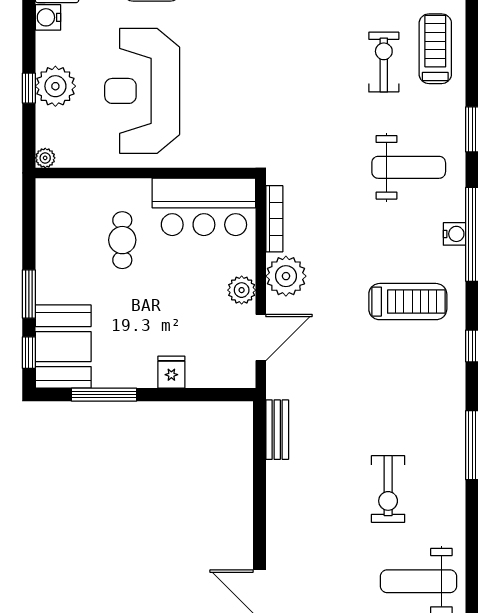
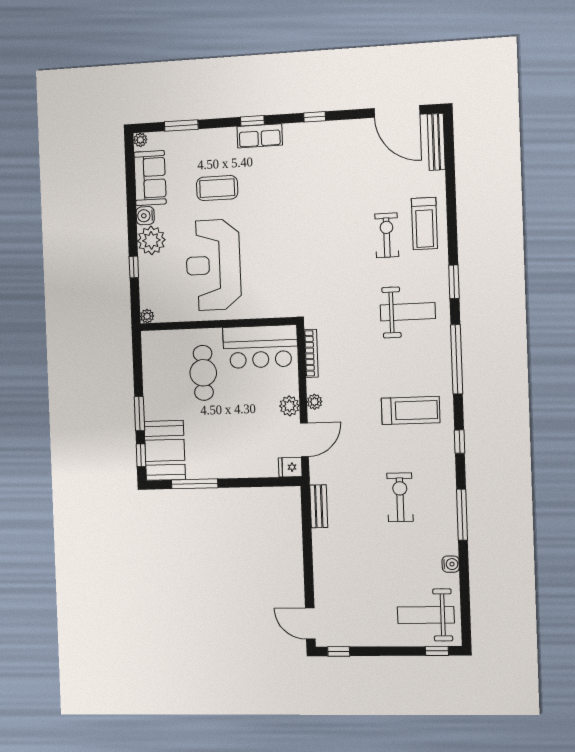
treadmill: (435, 49) -> (424, 223), turned 180
plant: (55, 86) -> (151, 240), moved
water cooler: (455, 234) -> (451, 564), moved
cafe table: (122, 240) -> (203, 373), width x1.37, depth x1.35
plant: (286, 276) -> (314, 402), width x0.53, depth x0.53
fridge: (171, 372) -> (290, 467), moved, turned -90
exercise bike: (388, 489) -> (400, 497), moved, turned 180

